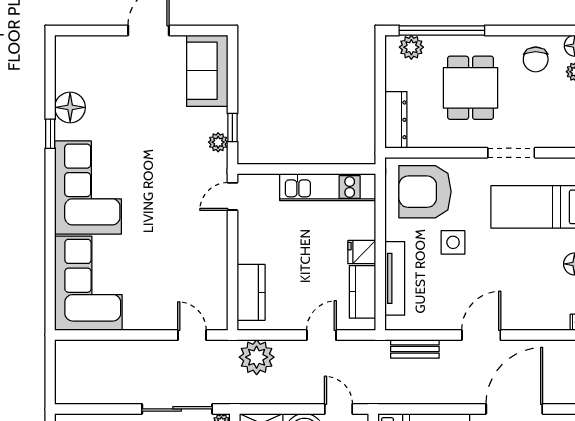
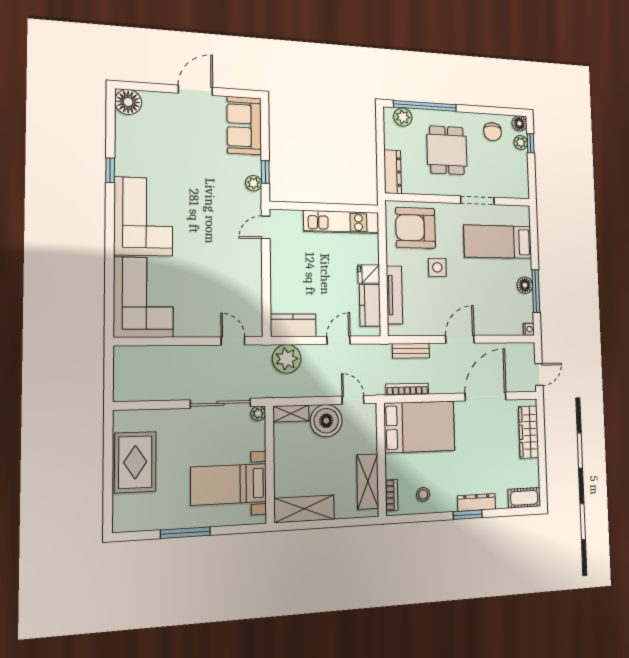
floor lamp: (70, 107) -> (128, 102), moved
kitchen counter: (251, 292) -> (293, 325), moved, turned -90
bookcase: (409, 397) -> (407, 389), added

